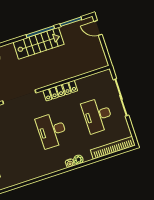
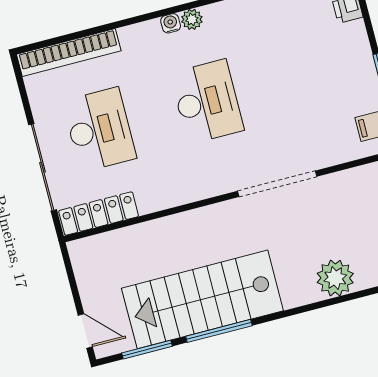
stairs: (39, 43) -> (202, 299), width x1.36, depth x1.51
locker: (60, 91) -> (99, 214), moved
plant: (78, 160) -> (192, 19), moved

